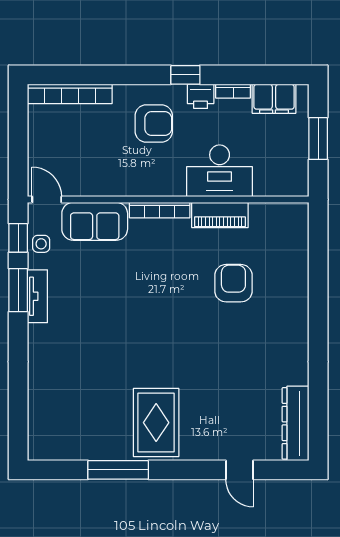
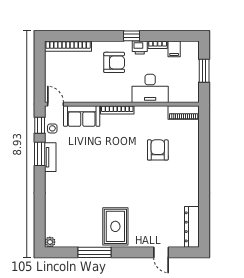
filing cabinet: (274, 99) -> (174, 49), width x0.50
piano: (220, 215) -> (184, 113), moved
plant: (37, 451) -> (50, 242), added

